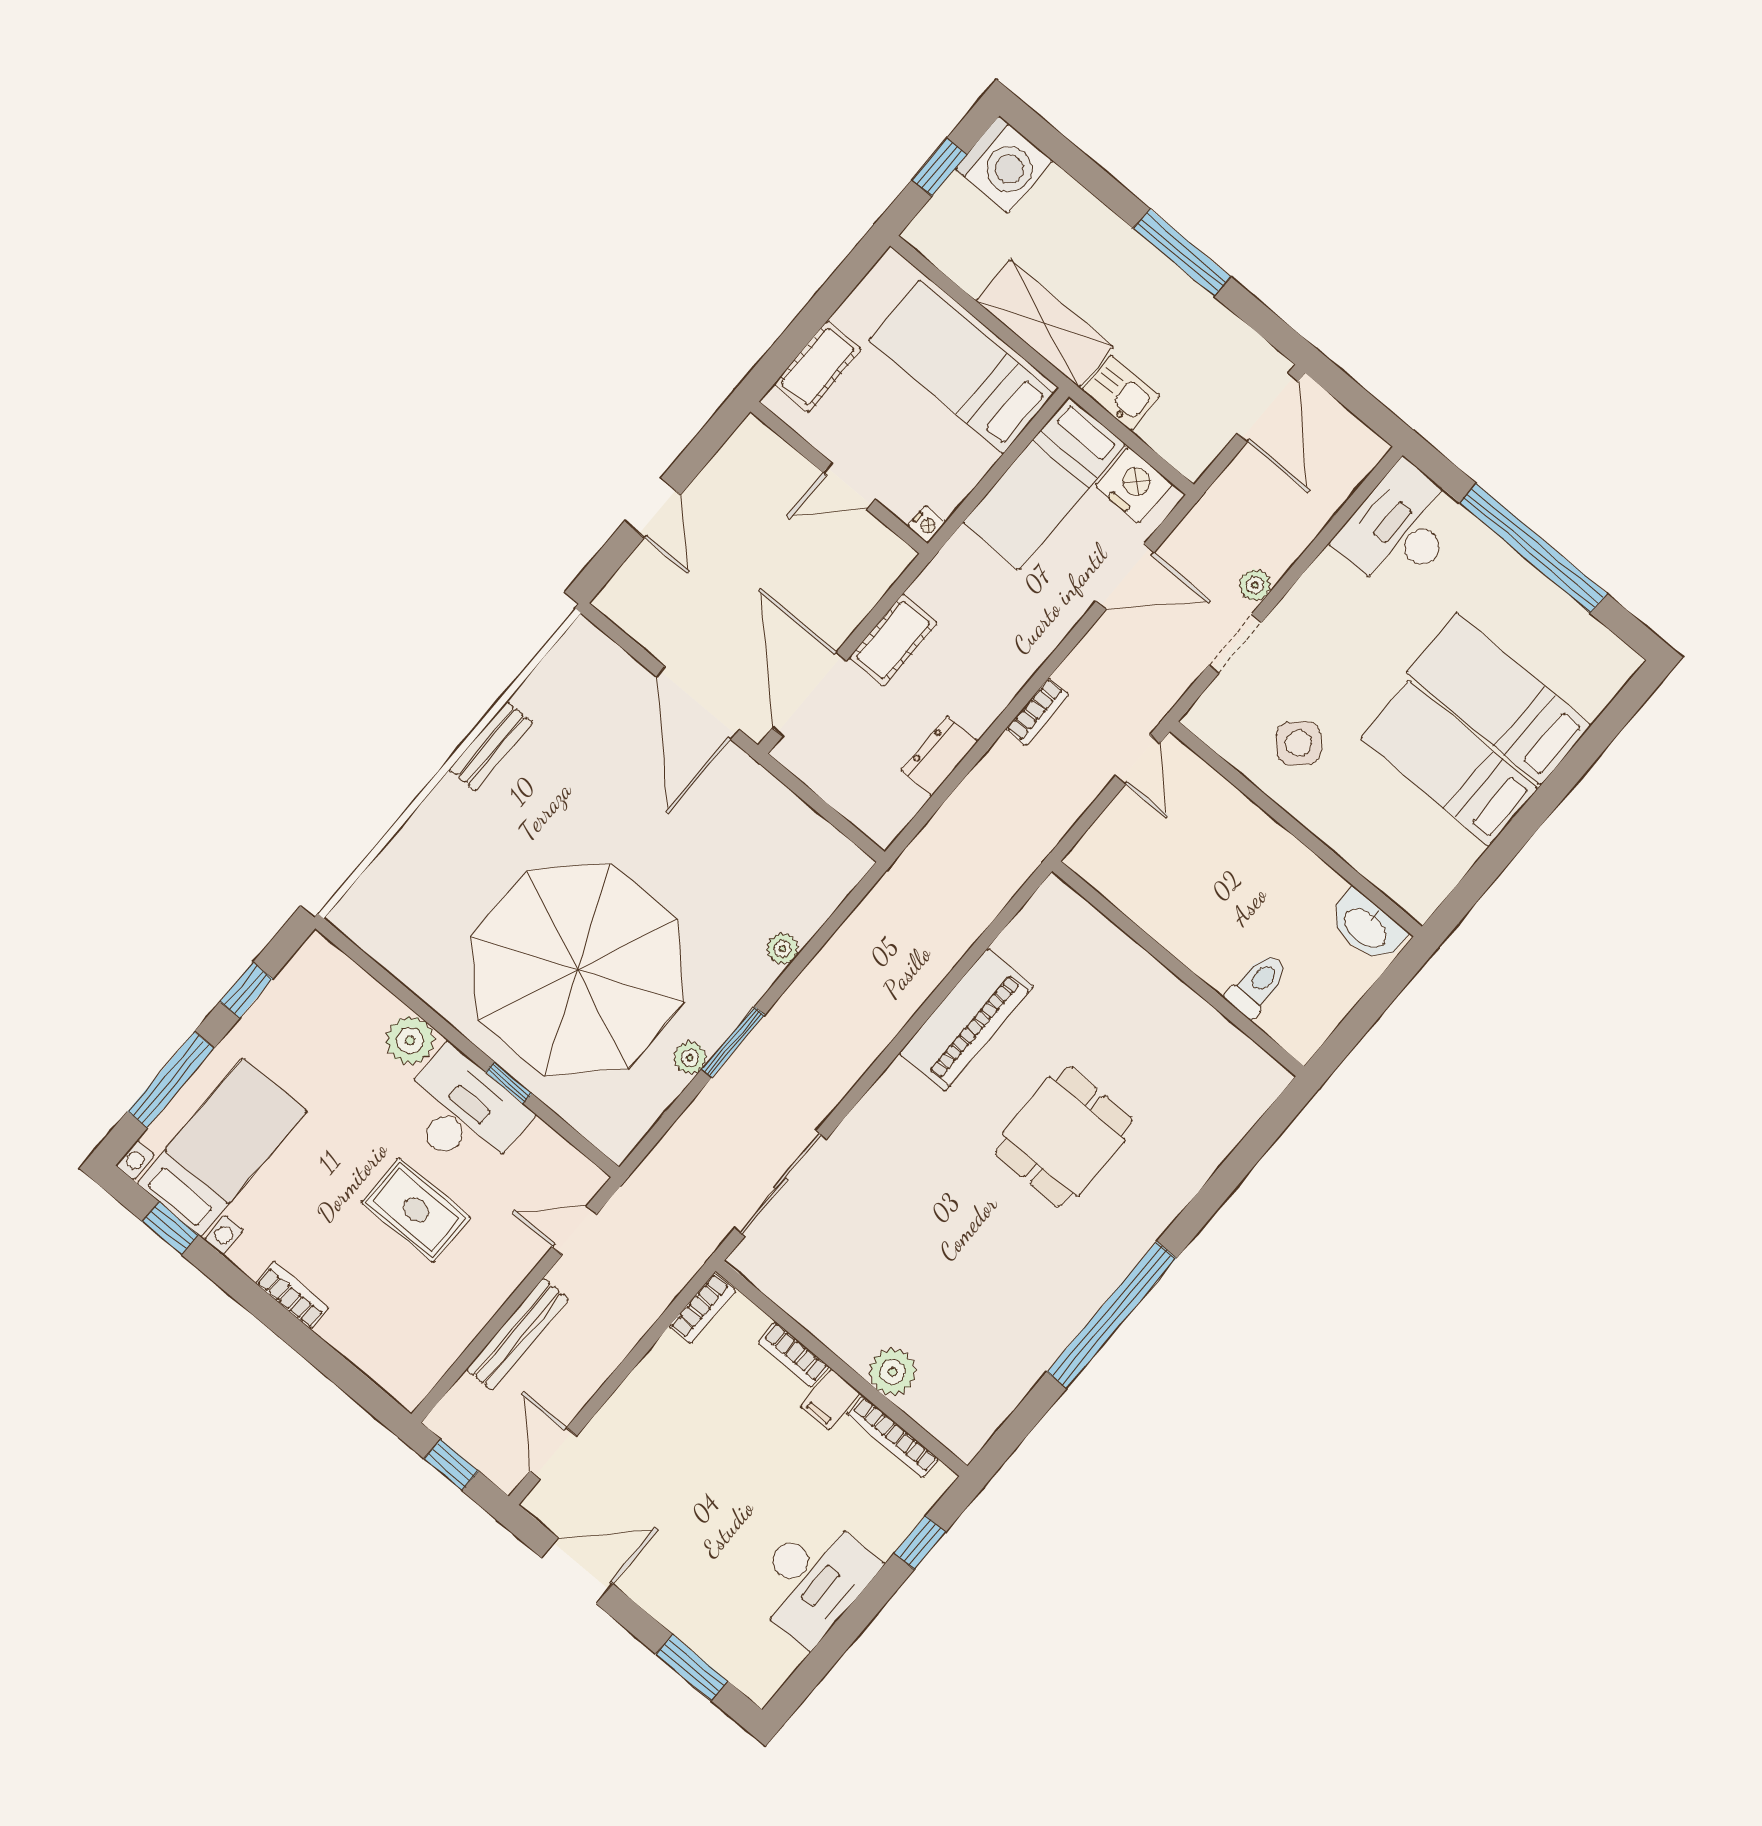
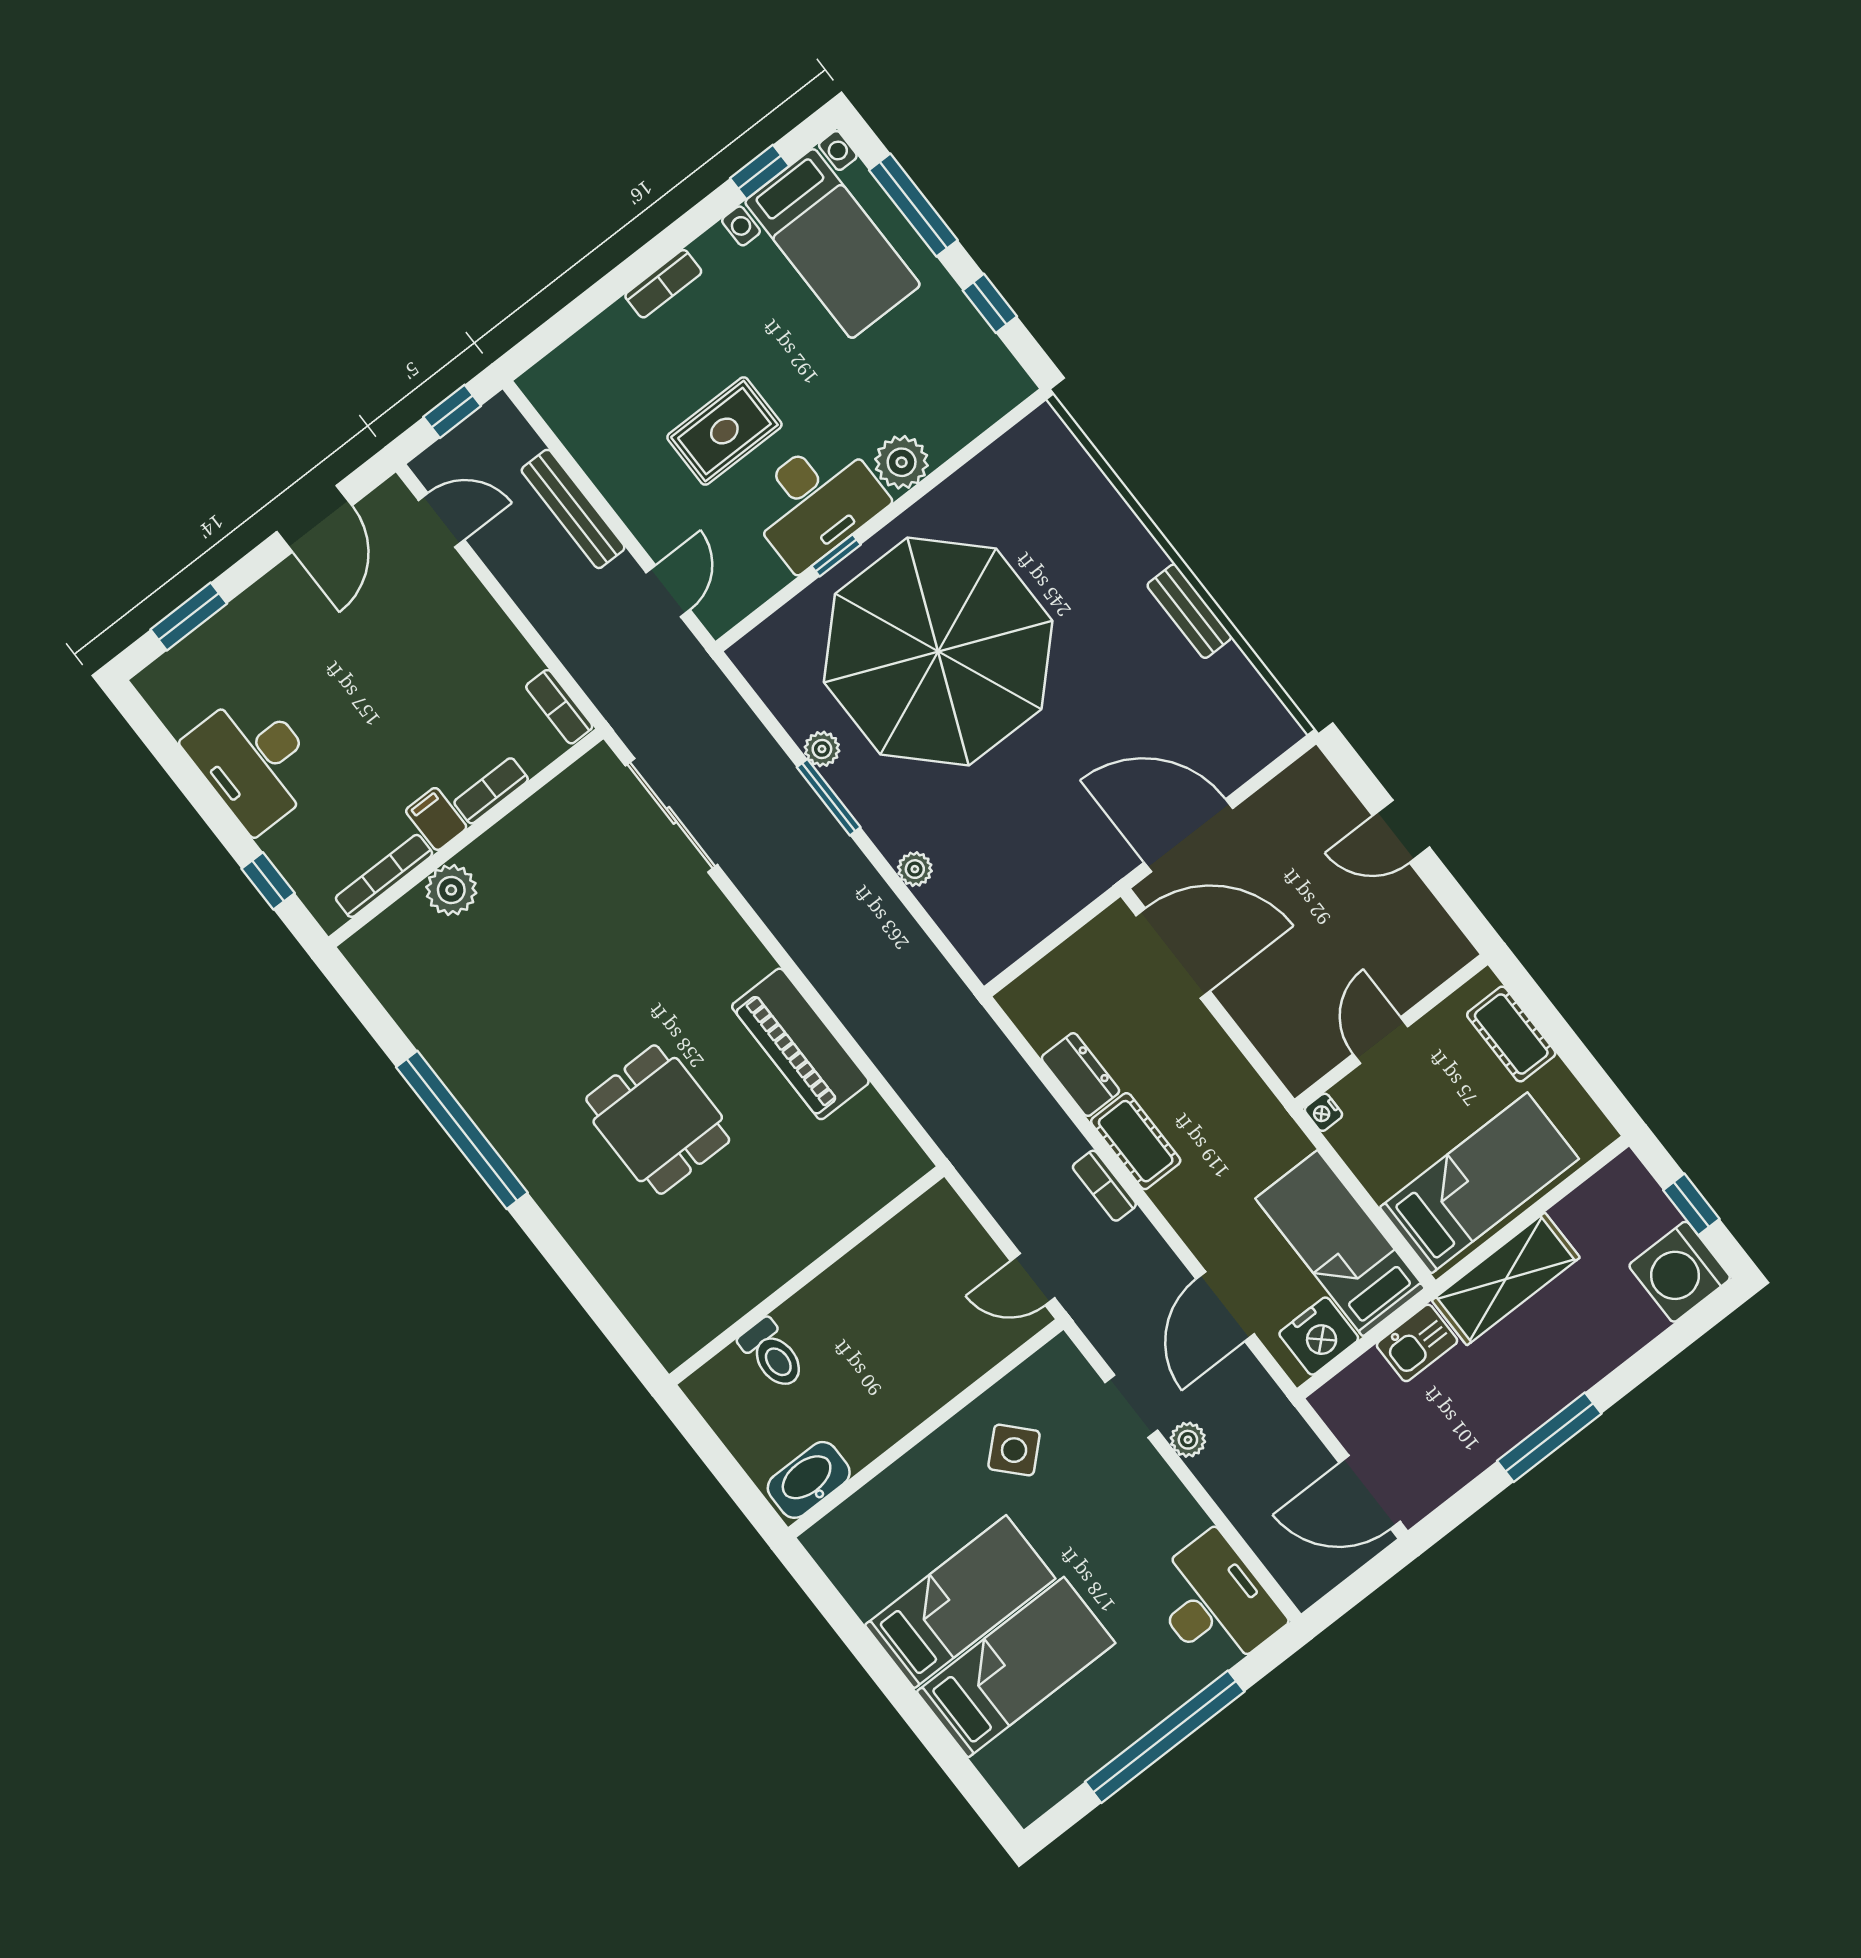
cot: (893, 640) -> (1136, 1141), moved

